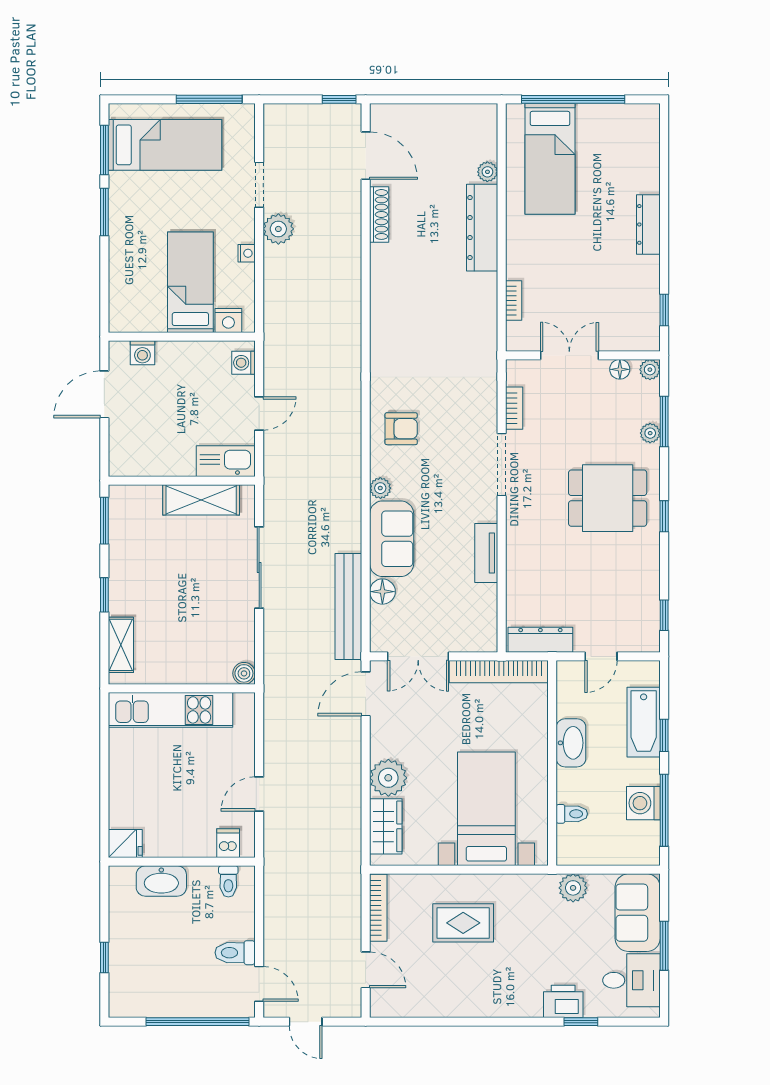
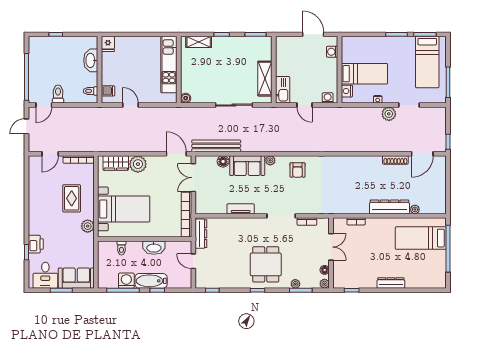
bathtub: (644, 722) -> (151, 281), moved
plant: (573, 888) -> (88, 226), moved

